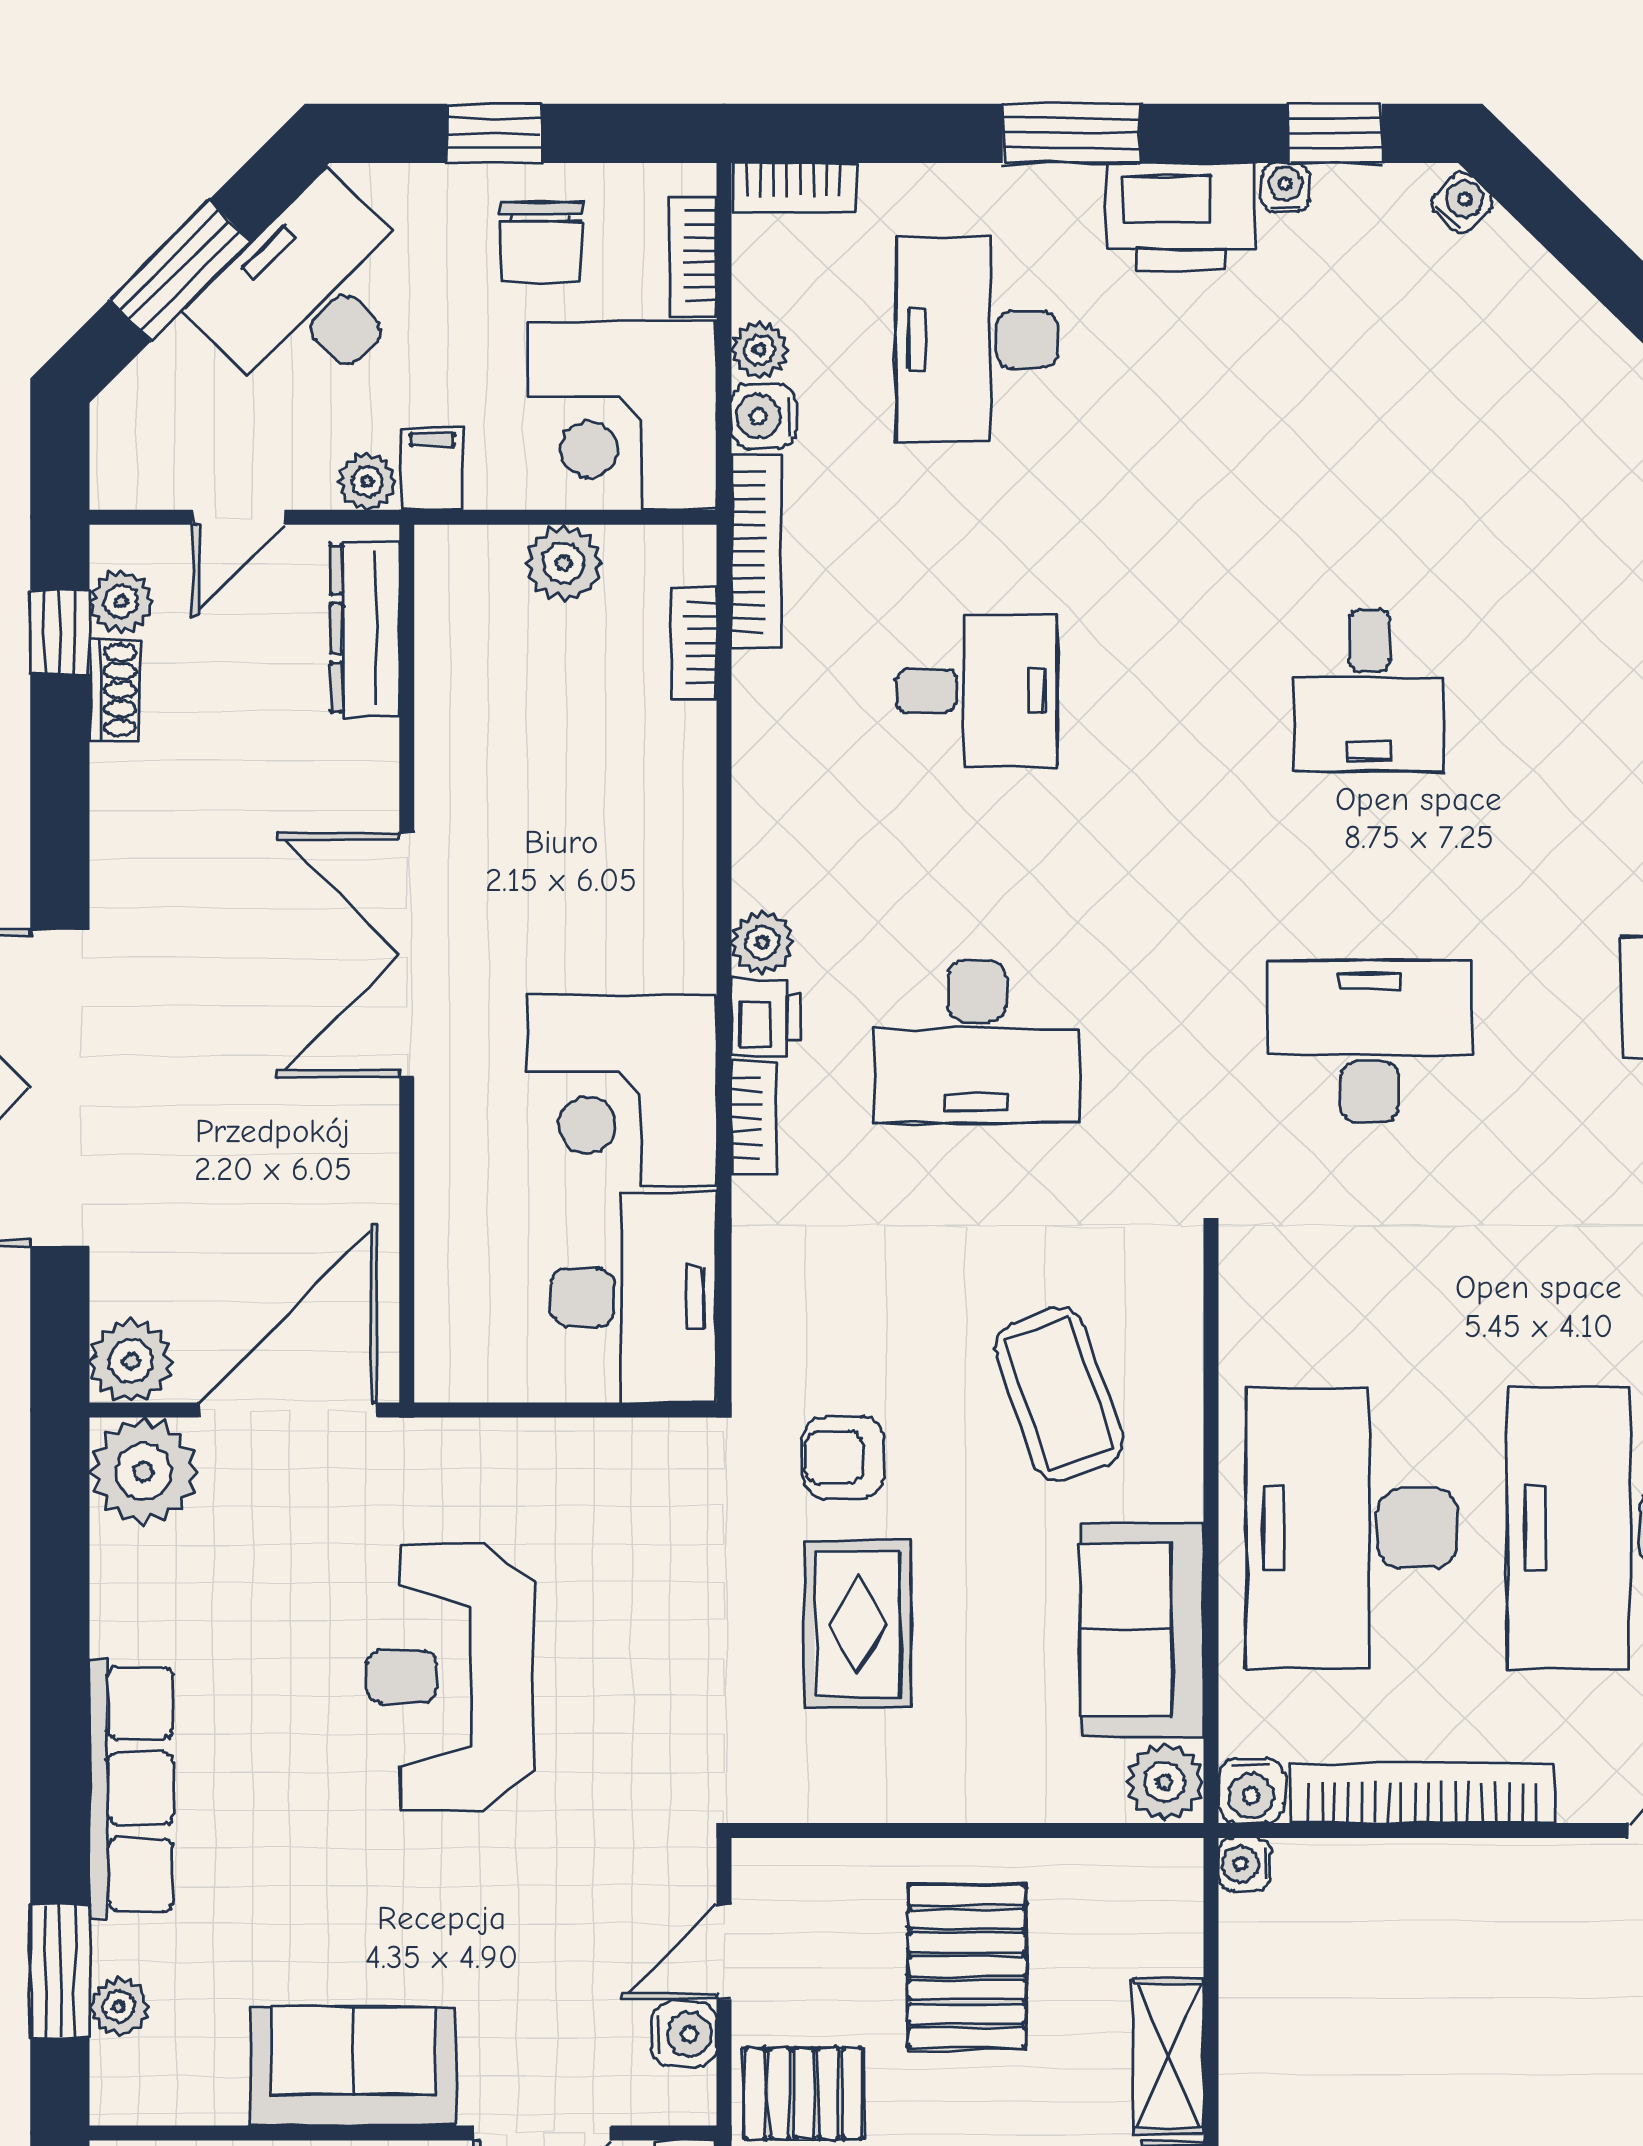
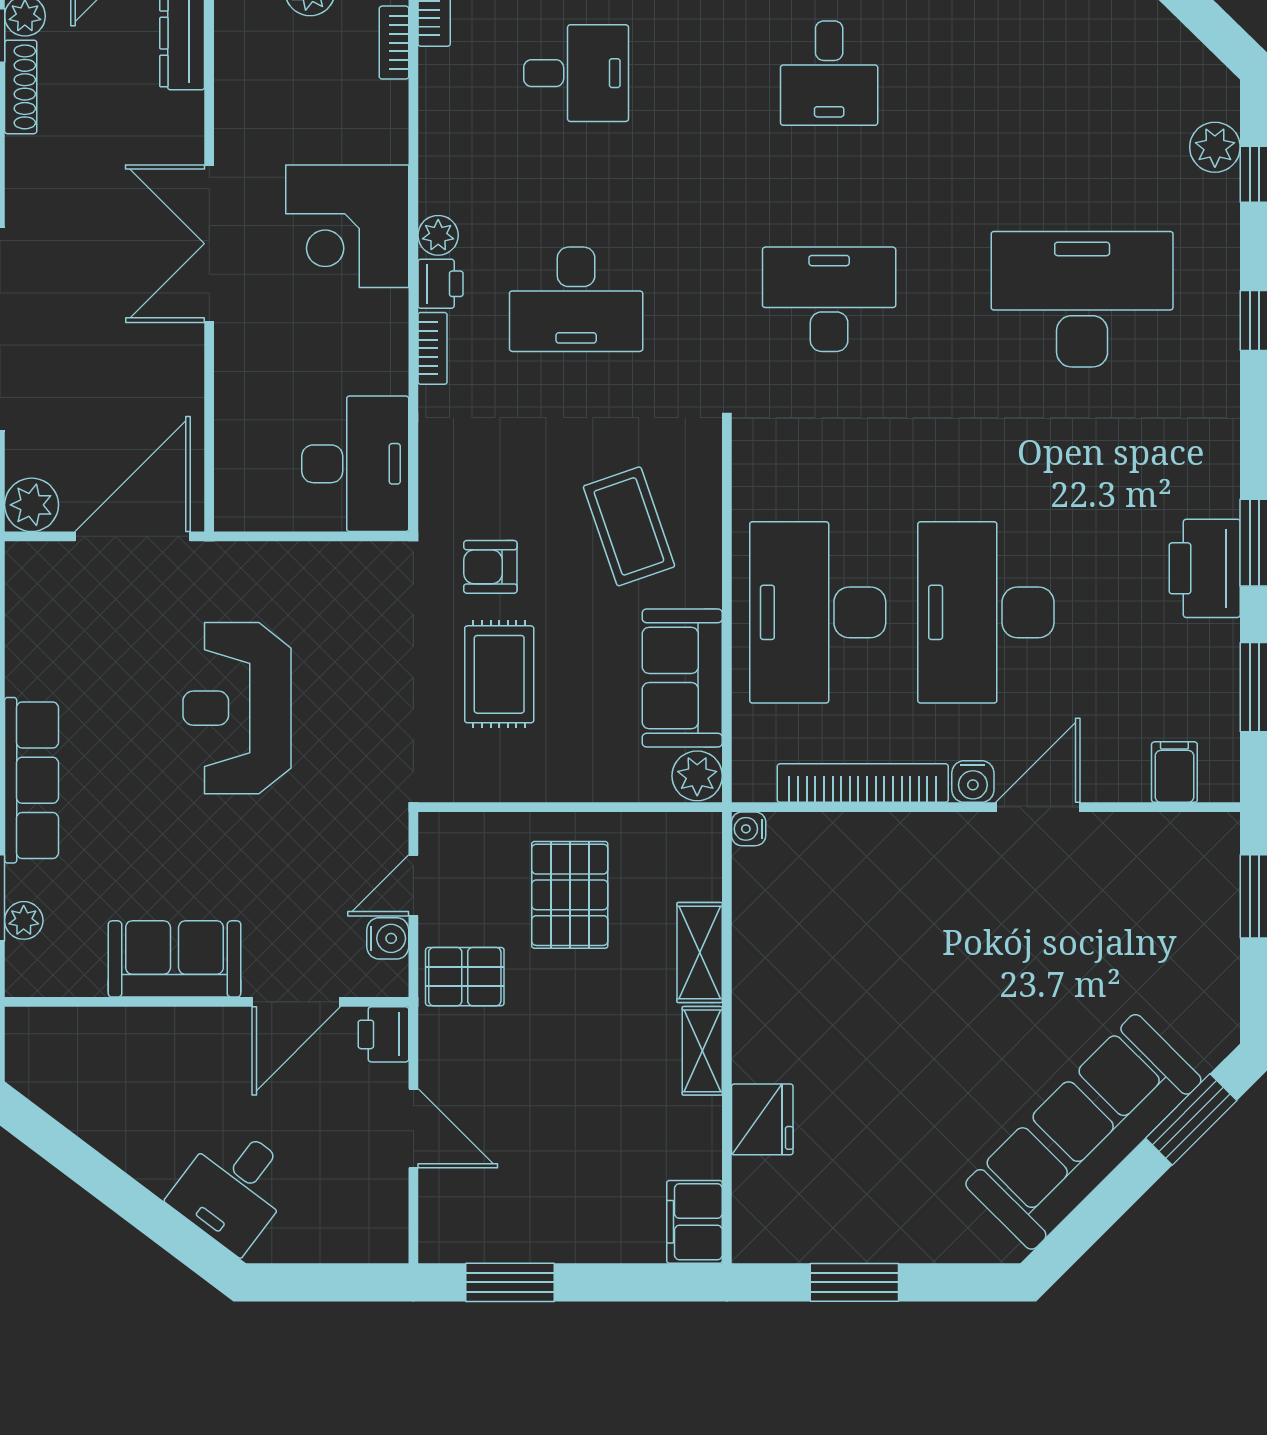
shoe rack: (114, 690) -> (21, 87), width x1.43
corner desk: (621, 1091) -> (347, 226), moved
plant: (144, 1471) -> (40, 576), removed
water cooler: (1251, 1791) -> (973, 781), moved

